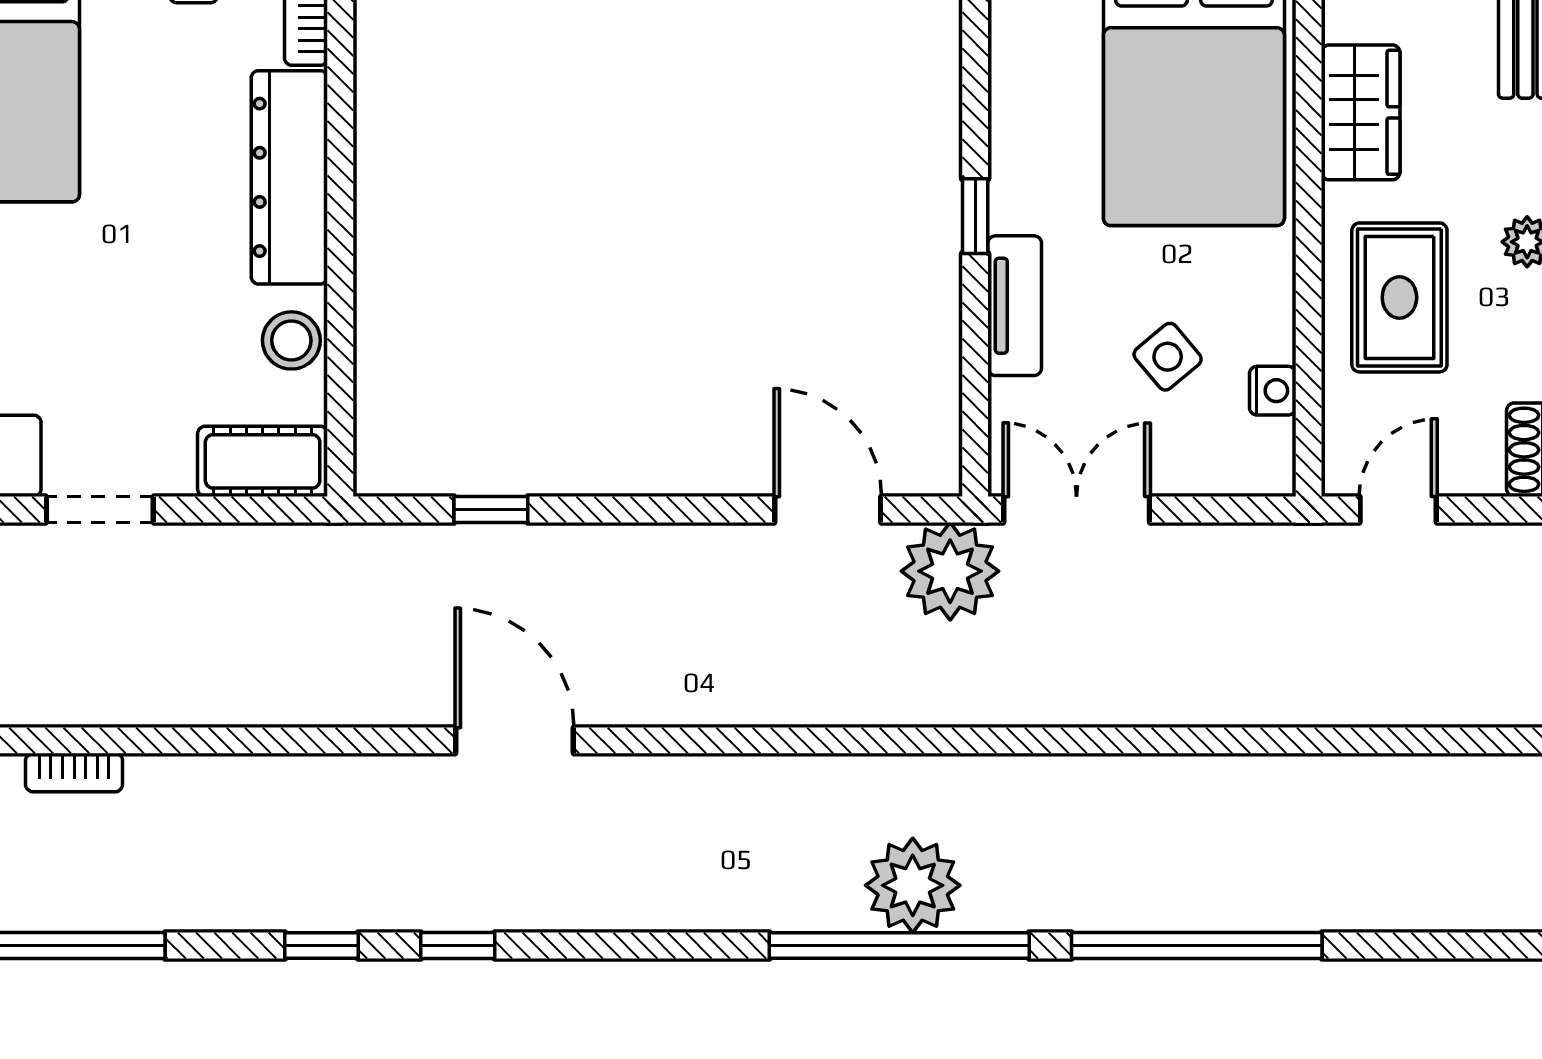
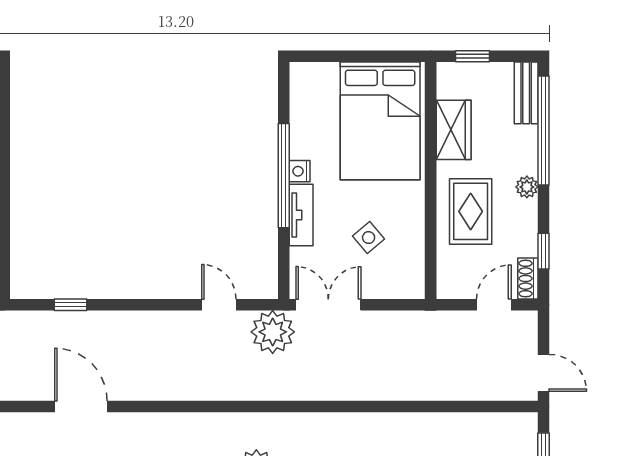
window: (975, 216) -> (284, 176), width x3.17
nightstand: (1273, 391) -> (300, 171), moved, turned 180
door: (828, 509) -> (219, 305), width x0.73
door: (1398, 509) -> (494, 305), moved

